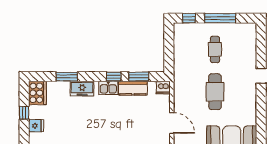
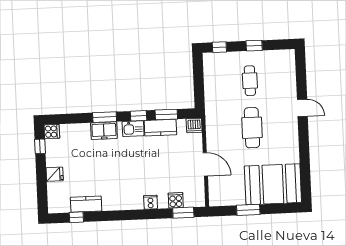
window: (220, 18) -> (254, 46), width x0.46
window: (67, 77) -> (105, 117), moved
cooker: (37, 93) -> (52, 132), width x0.53, depth x0.76
window: (24, 113) -> (40, 146), moved

